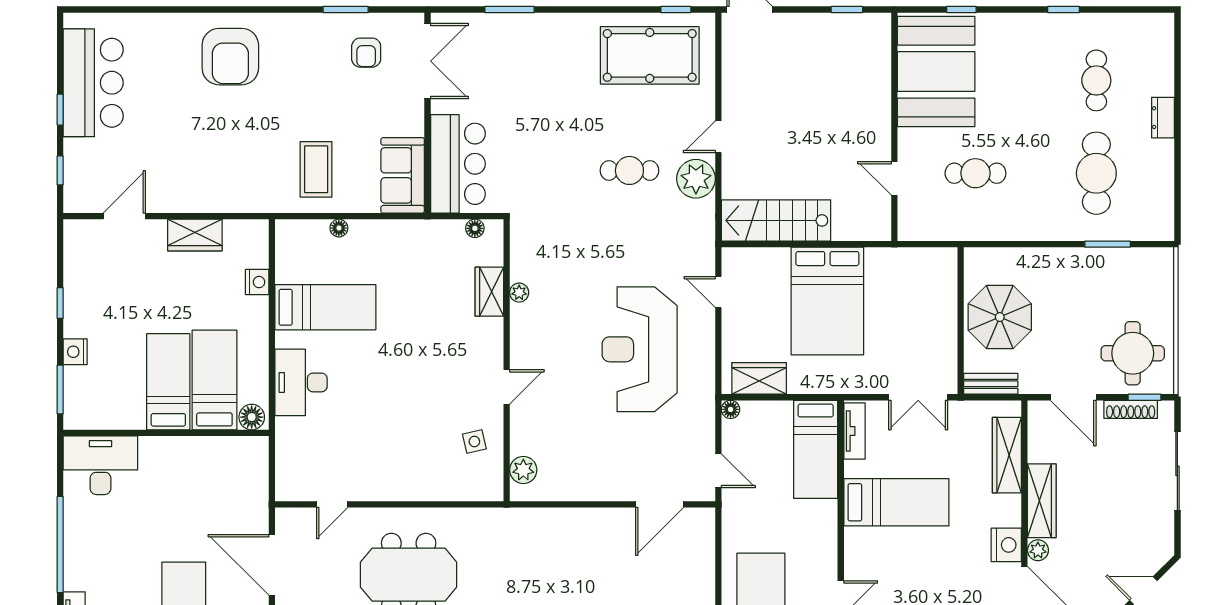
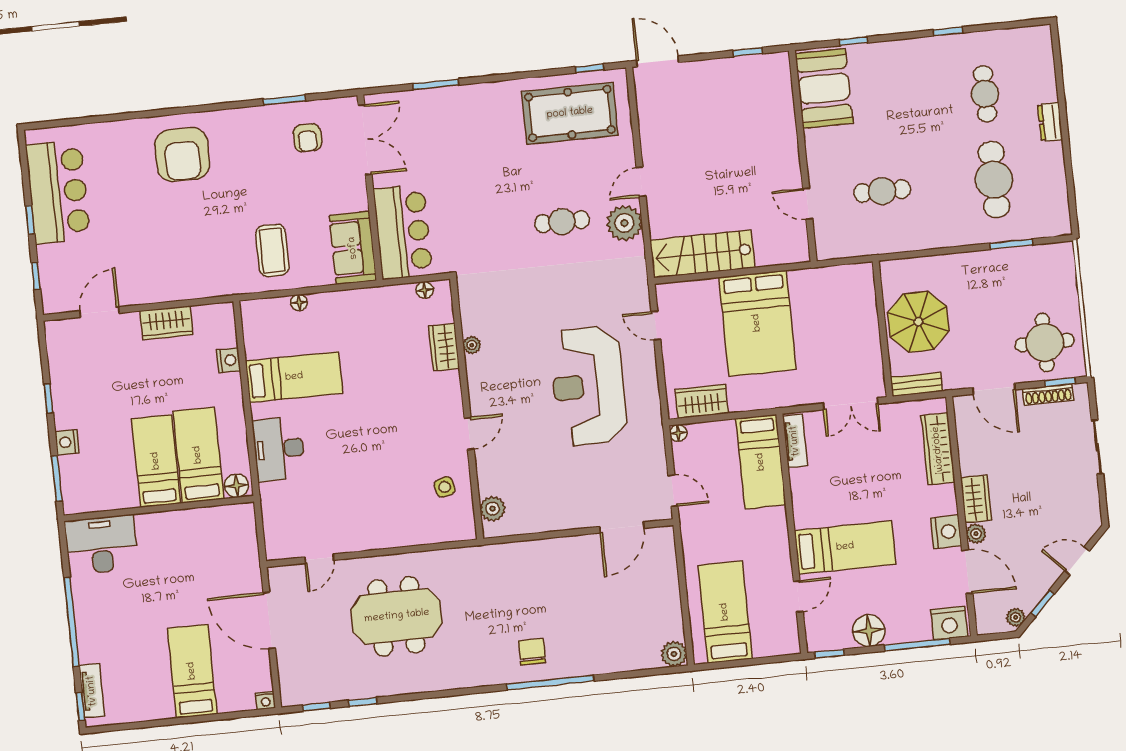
booth: (936, 72) -> (824, 88), width x0.73, depth x0.70
sliding door: (1177, 471) -> (1097, 447), width x0.73
wardrobe: (1042, 501) -> (976, 499), width x0.67
bed: (896, 502) -> (845, 547), moved

